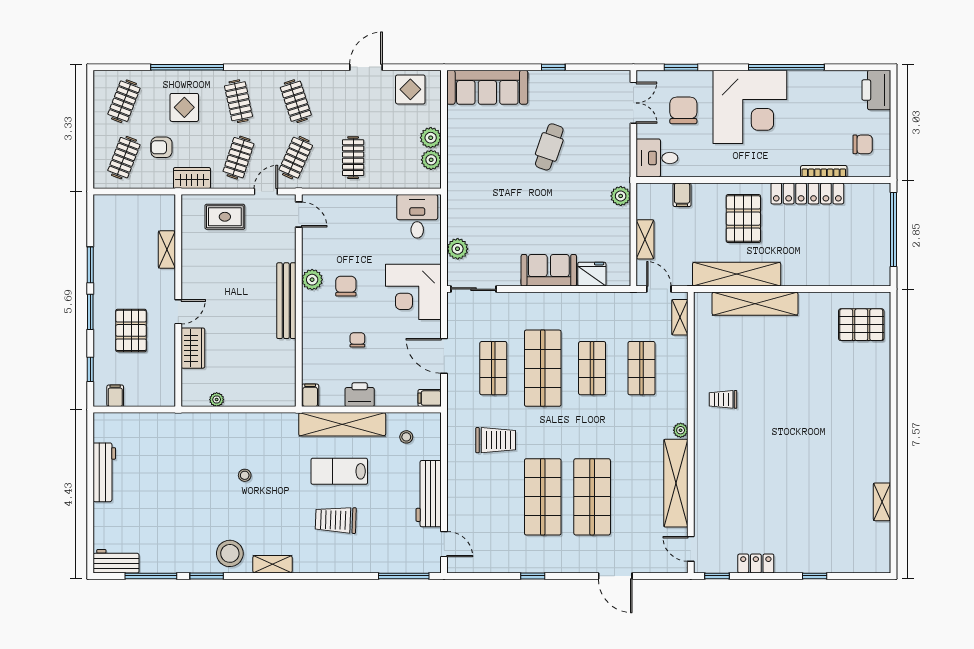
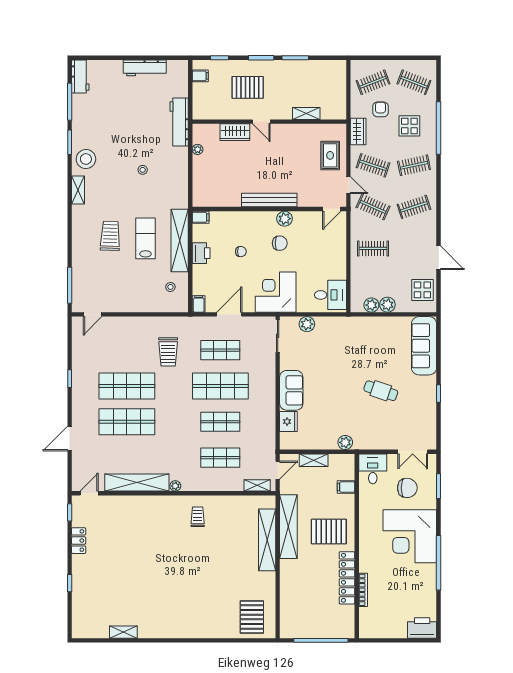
chair: (863, 144) -> (383, 618), removed
clothes rail: (124, 158) -> (373, 82), turned -42
workbench: (429, 494) -> (179, 122), moved, turned -90

